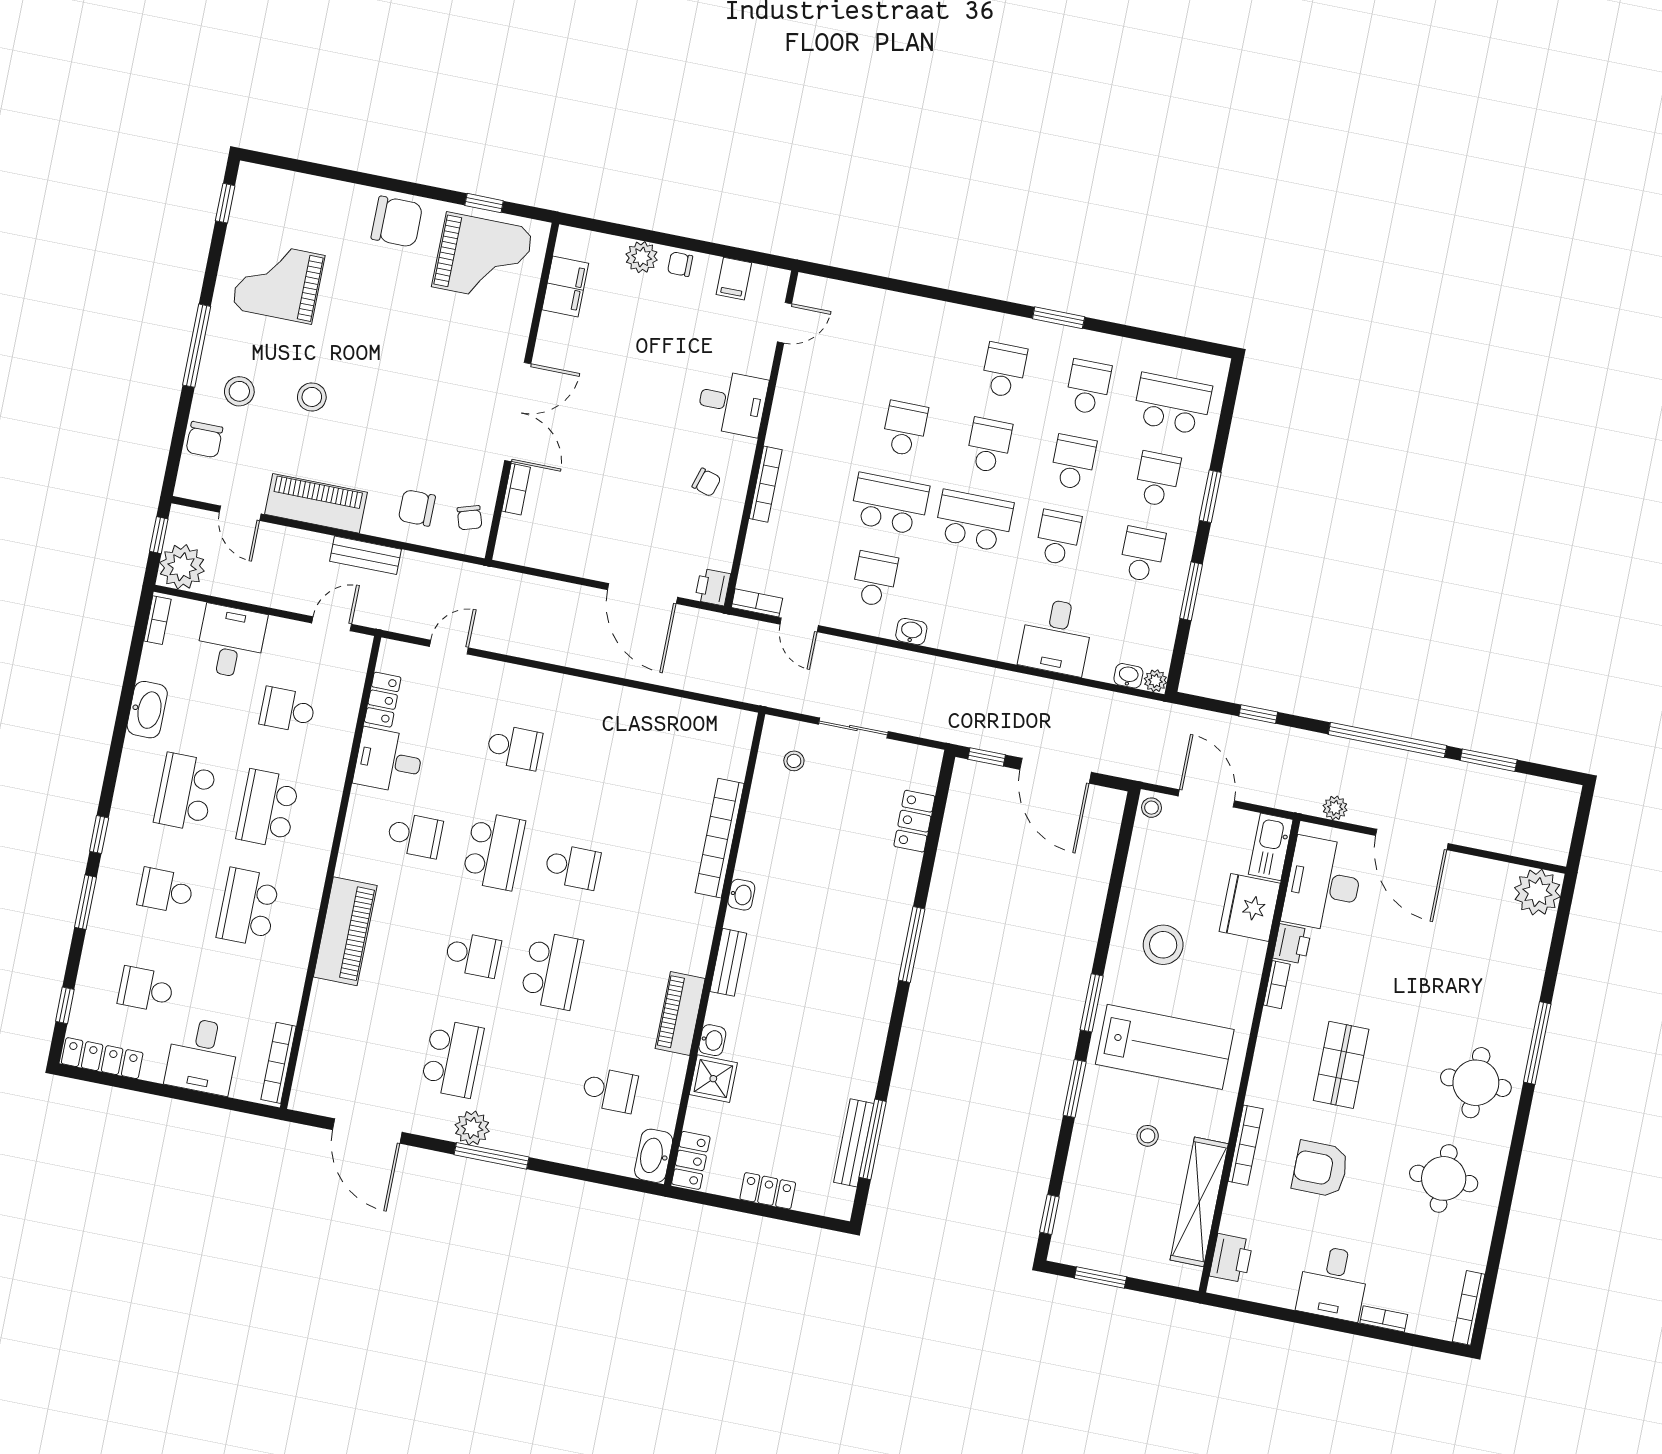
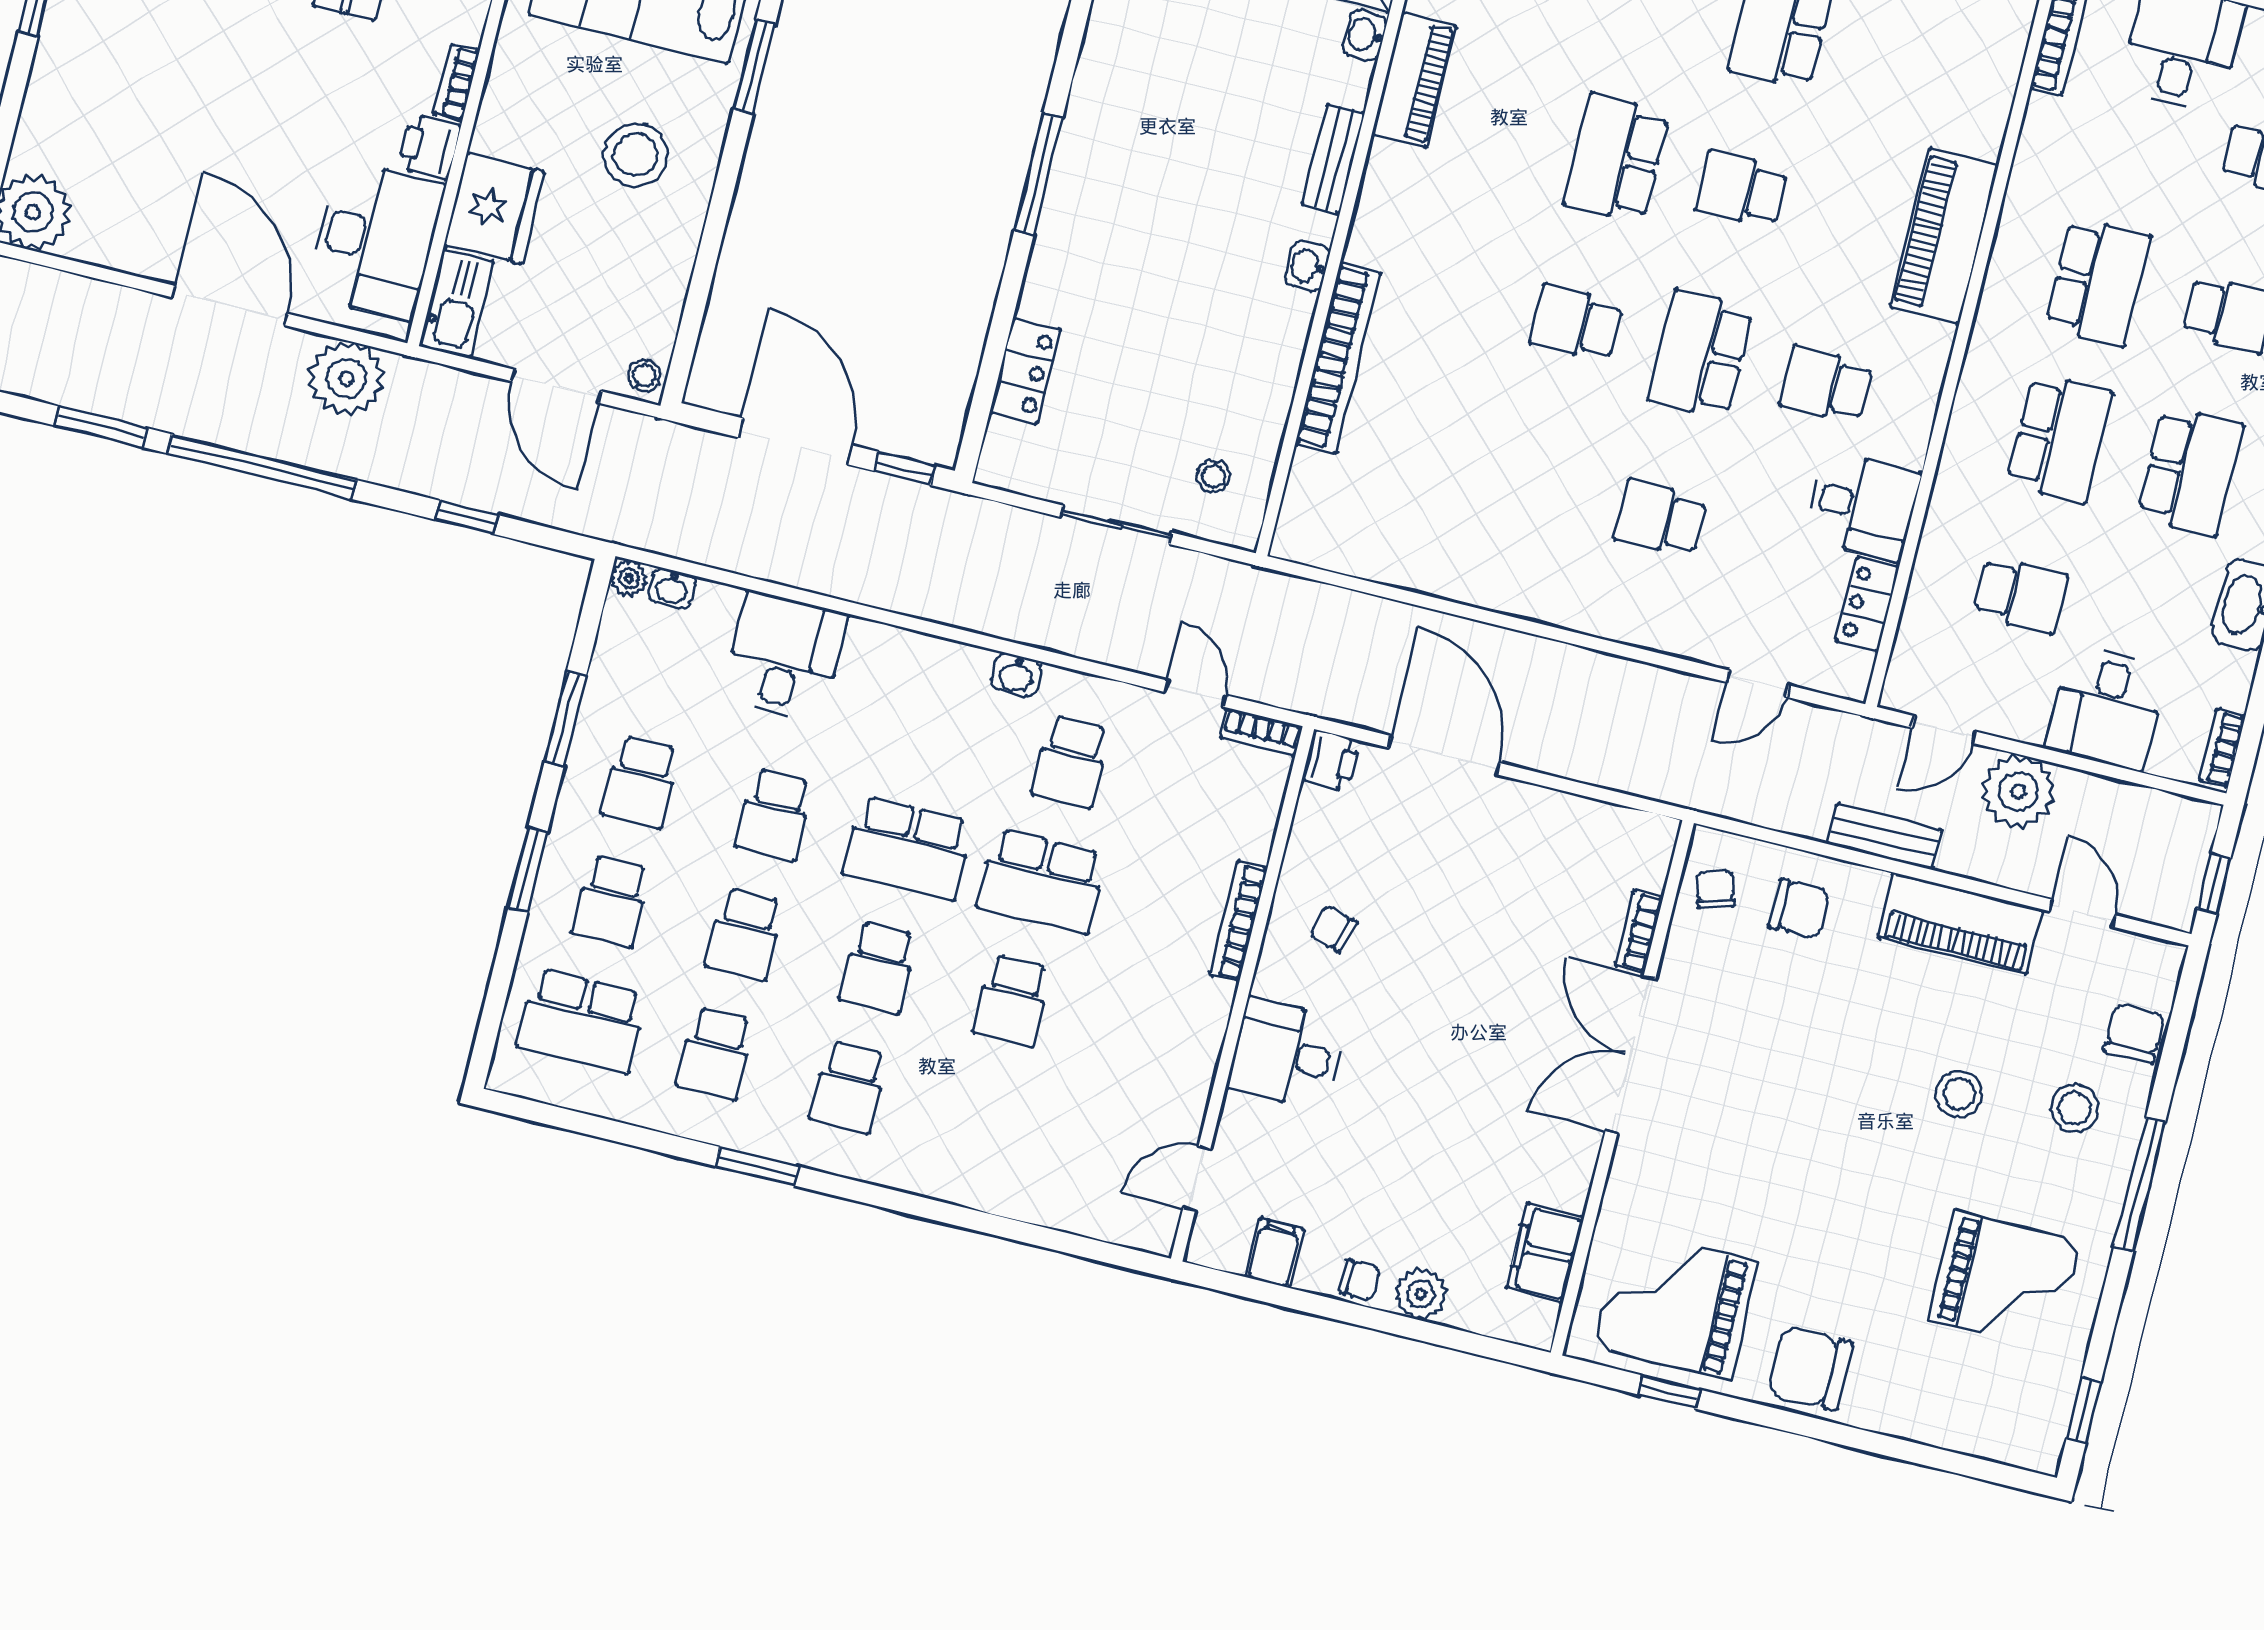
plant: (182, 567) -> (2018, 792), moved
plant: (1335, 808) -> (346, 378), width x1.88, depth x1.88

